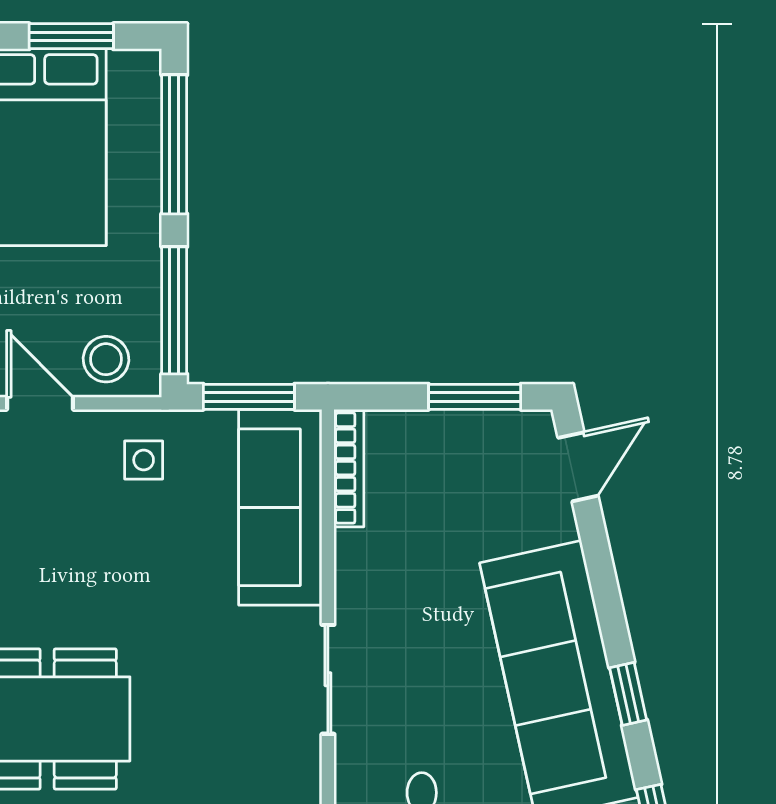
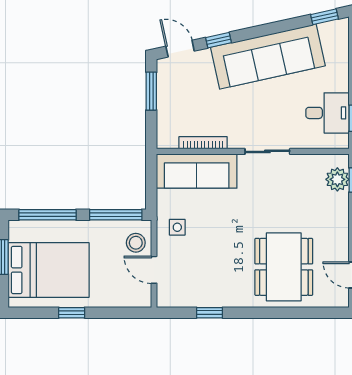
window: (249, 397) -> (151, 184), removed
door: (40, 403) -> (154, 270), hinge flipped
bookcase: (349, 468) -> (203, 143), moved
window: (628, 694) -> (219, 40), moved

